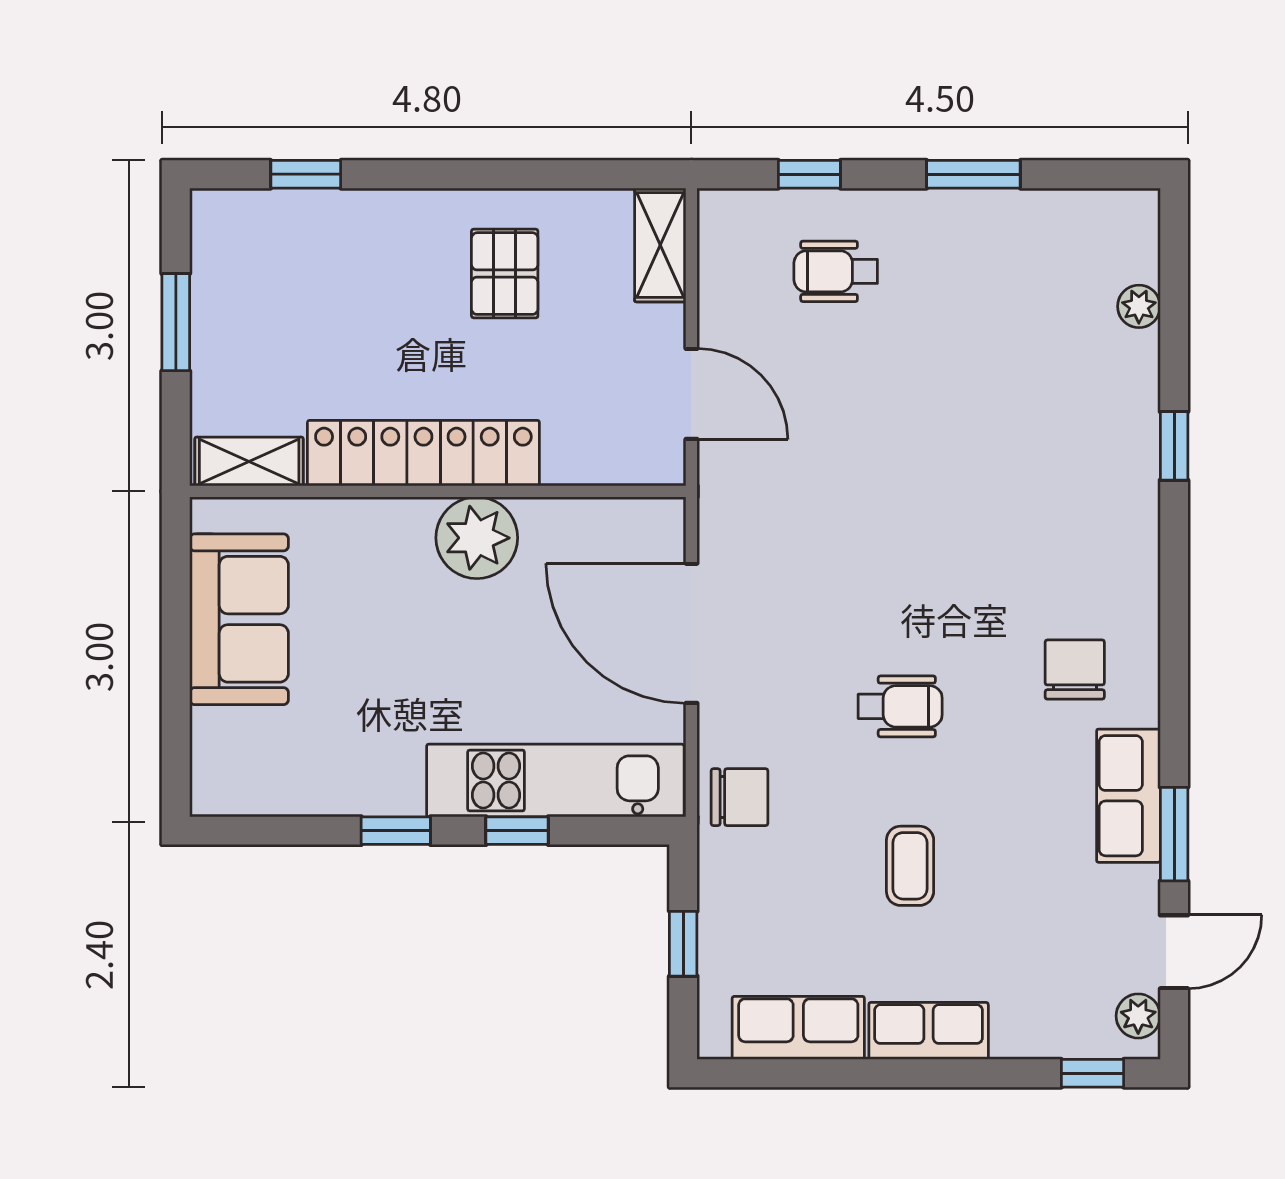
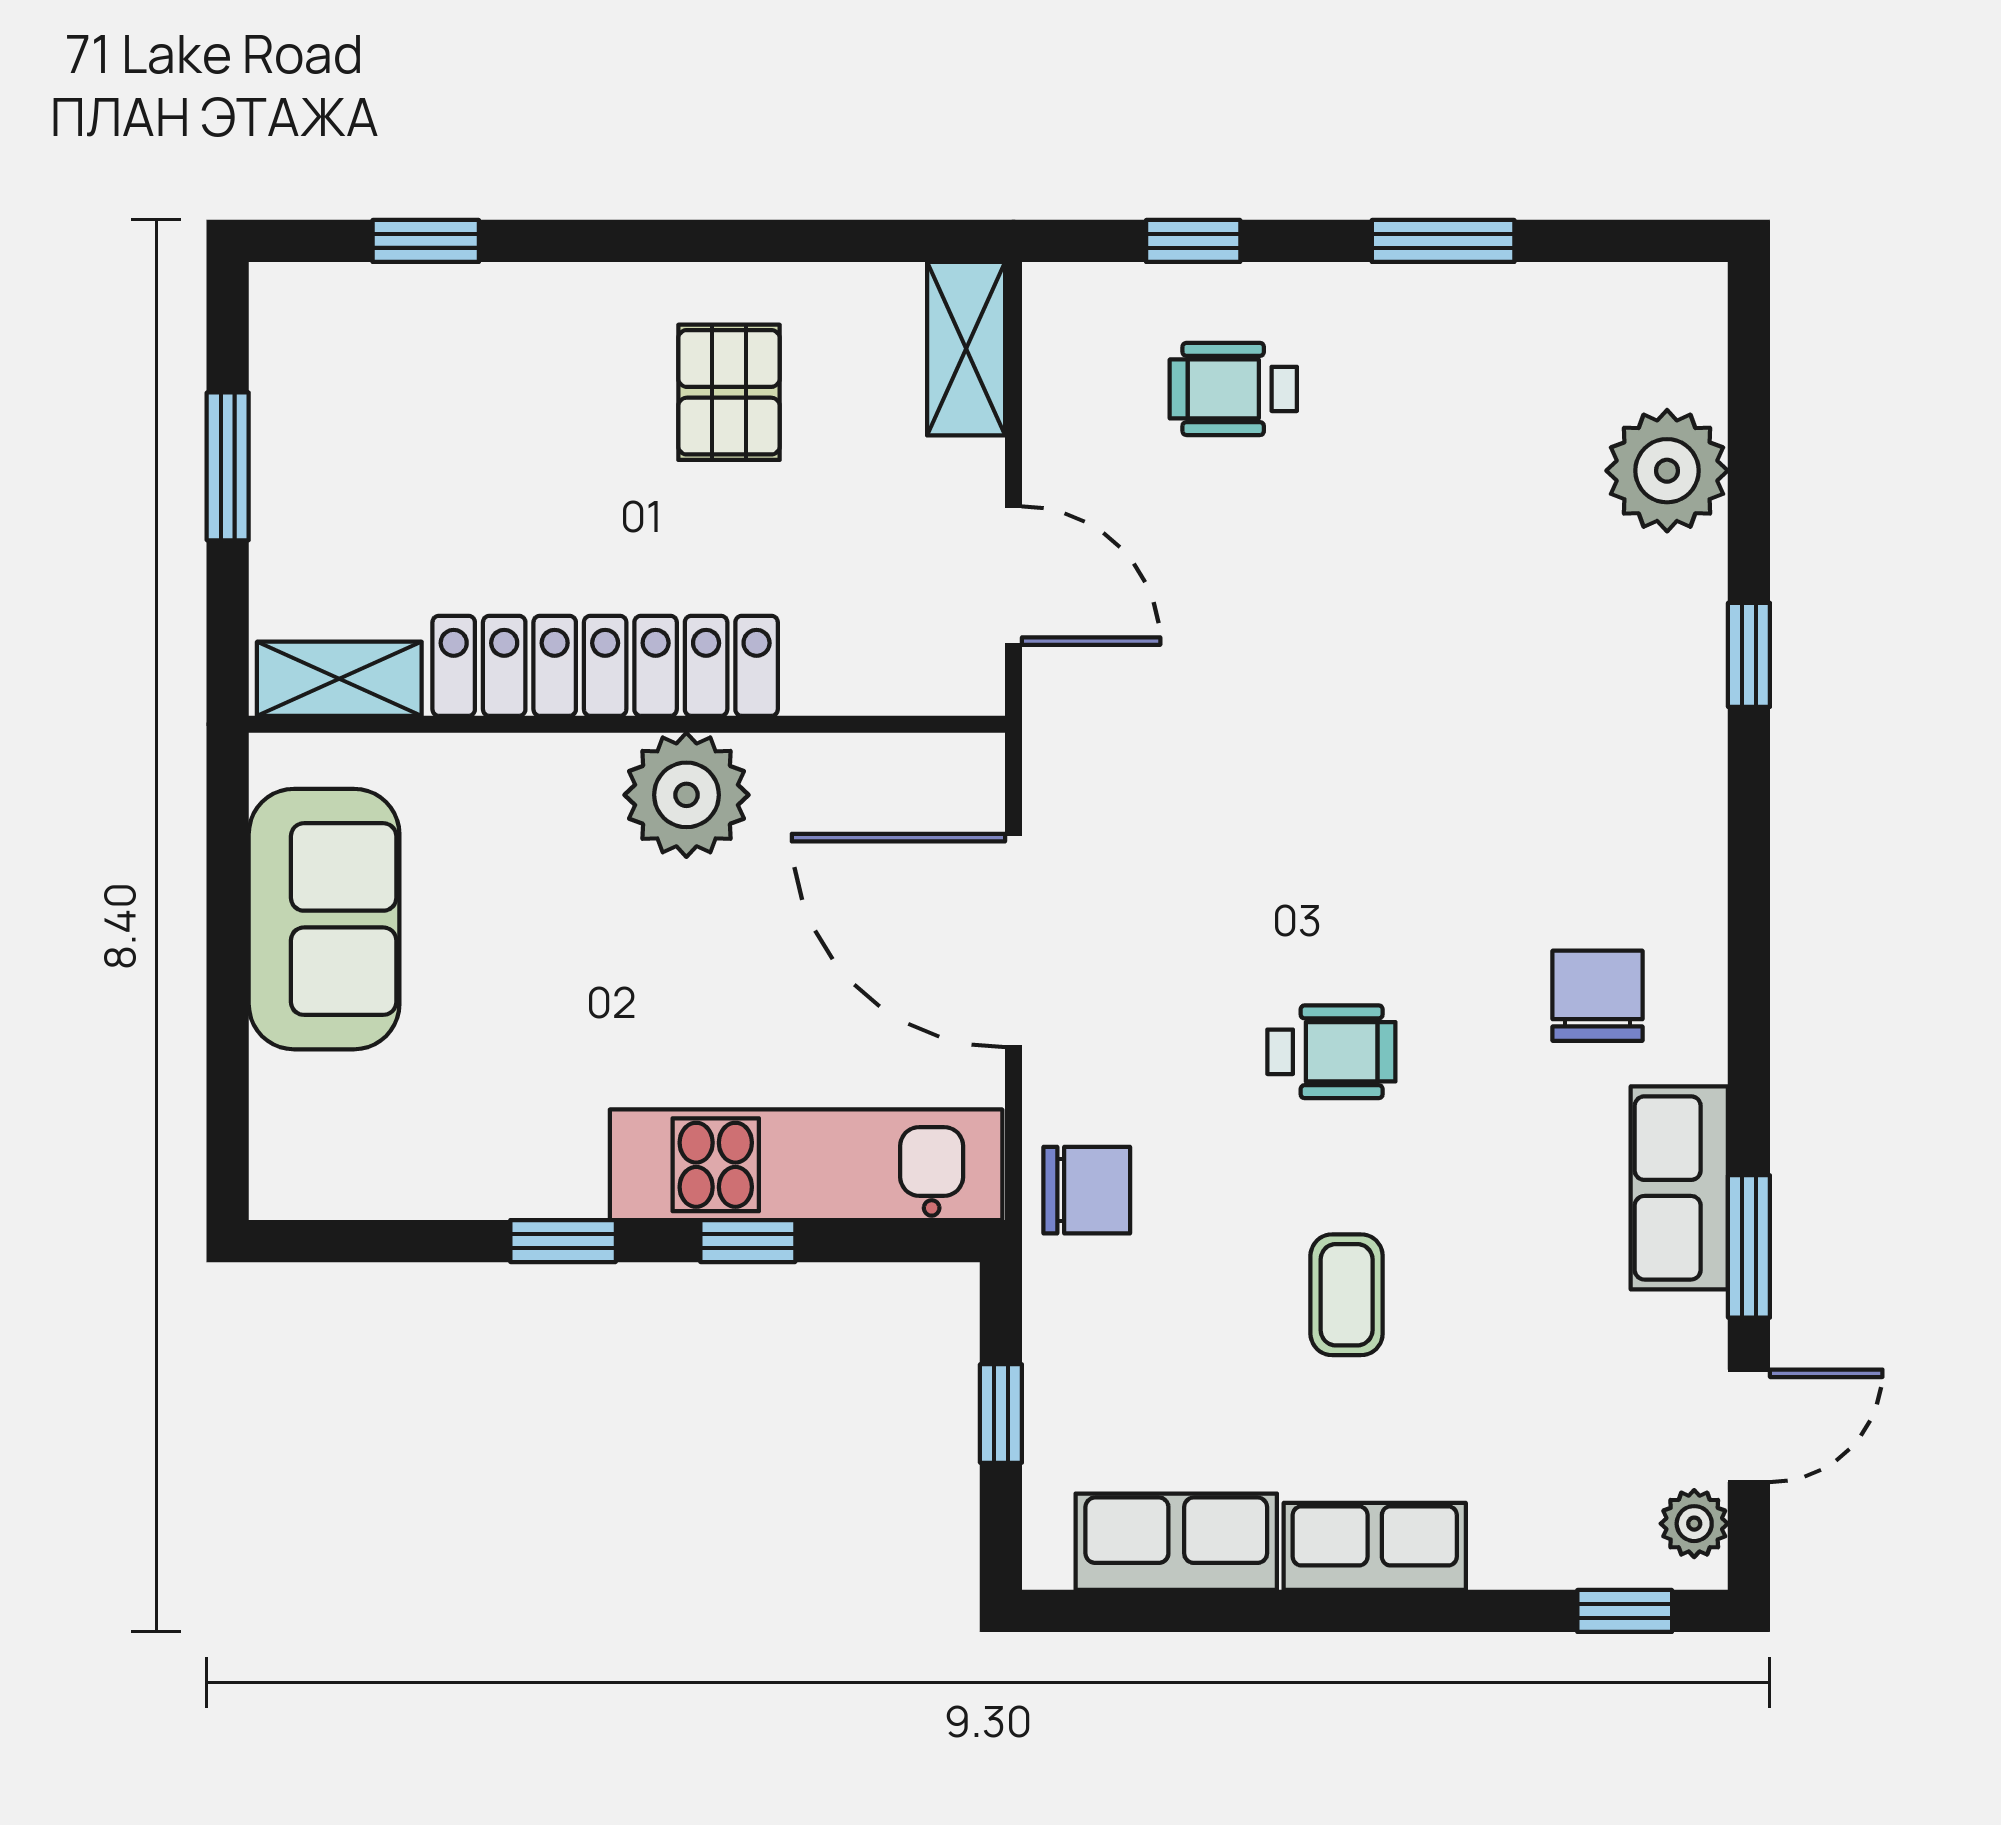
plant: (1139, 306) -> (1667, 471), width x1.87, depth x1.87

